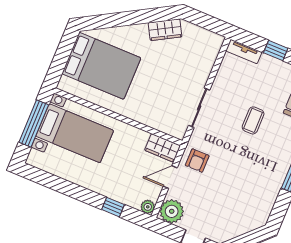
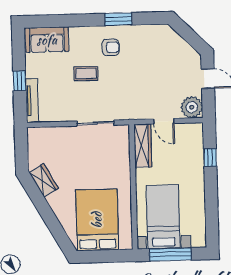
tv unit: (244, 51) -> (32, 101), width x1.41
wardrobe: (163, 148) -> (143, 146), width x1.50
armchair: (197, 161) -> (111, 47), moved
plant: (148, 207) -> (197, 129), removed

